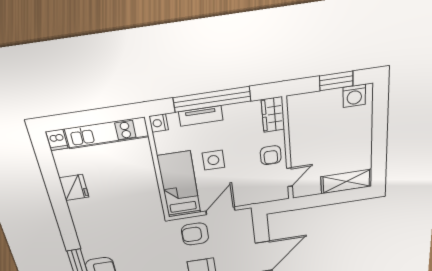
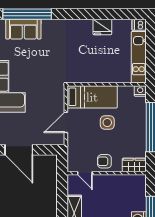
tv unit: (201, 116) -> (141, 118), removed
door: (220, 211) -> (66, 122), swing flipped
armchair: (195, 234) -> (49, 102), removed

